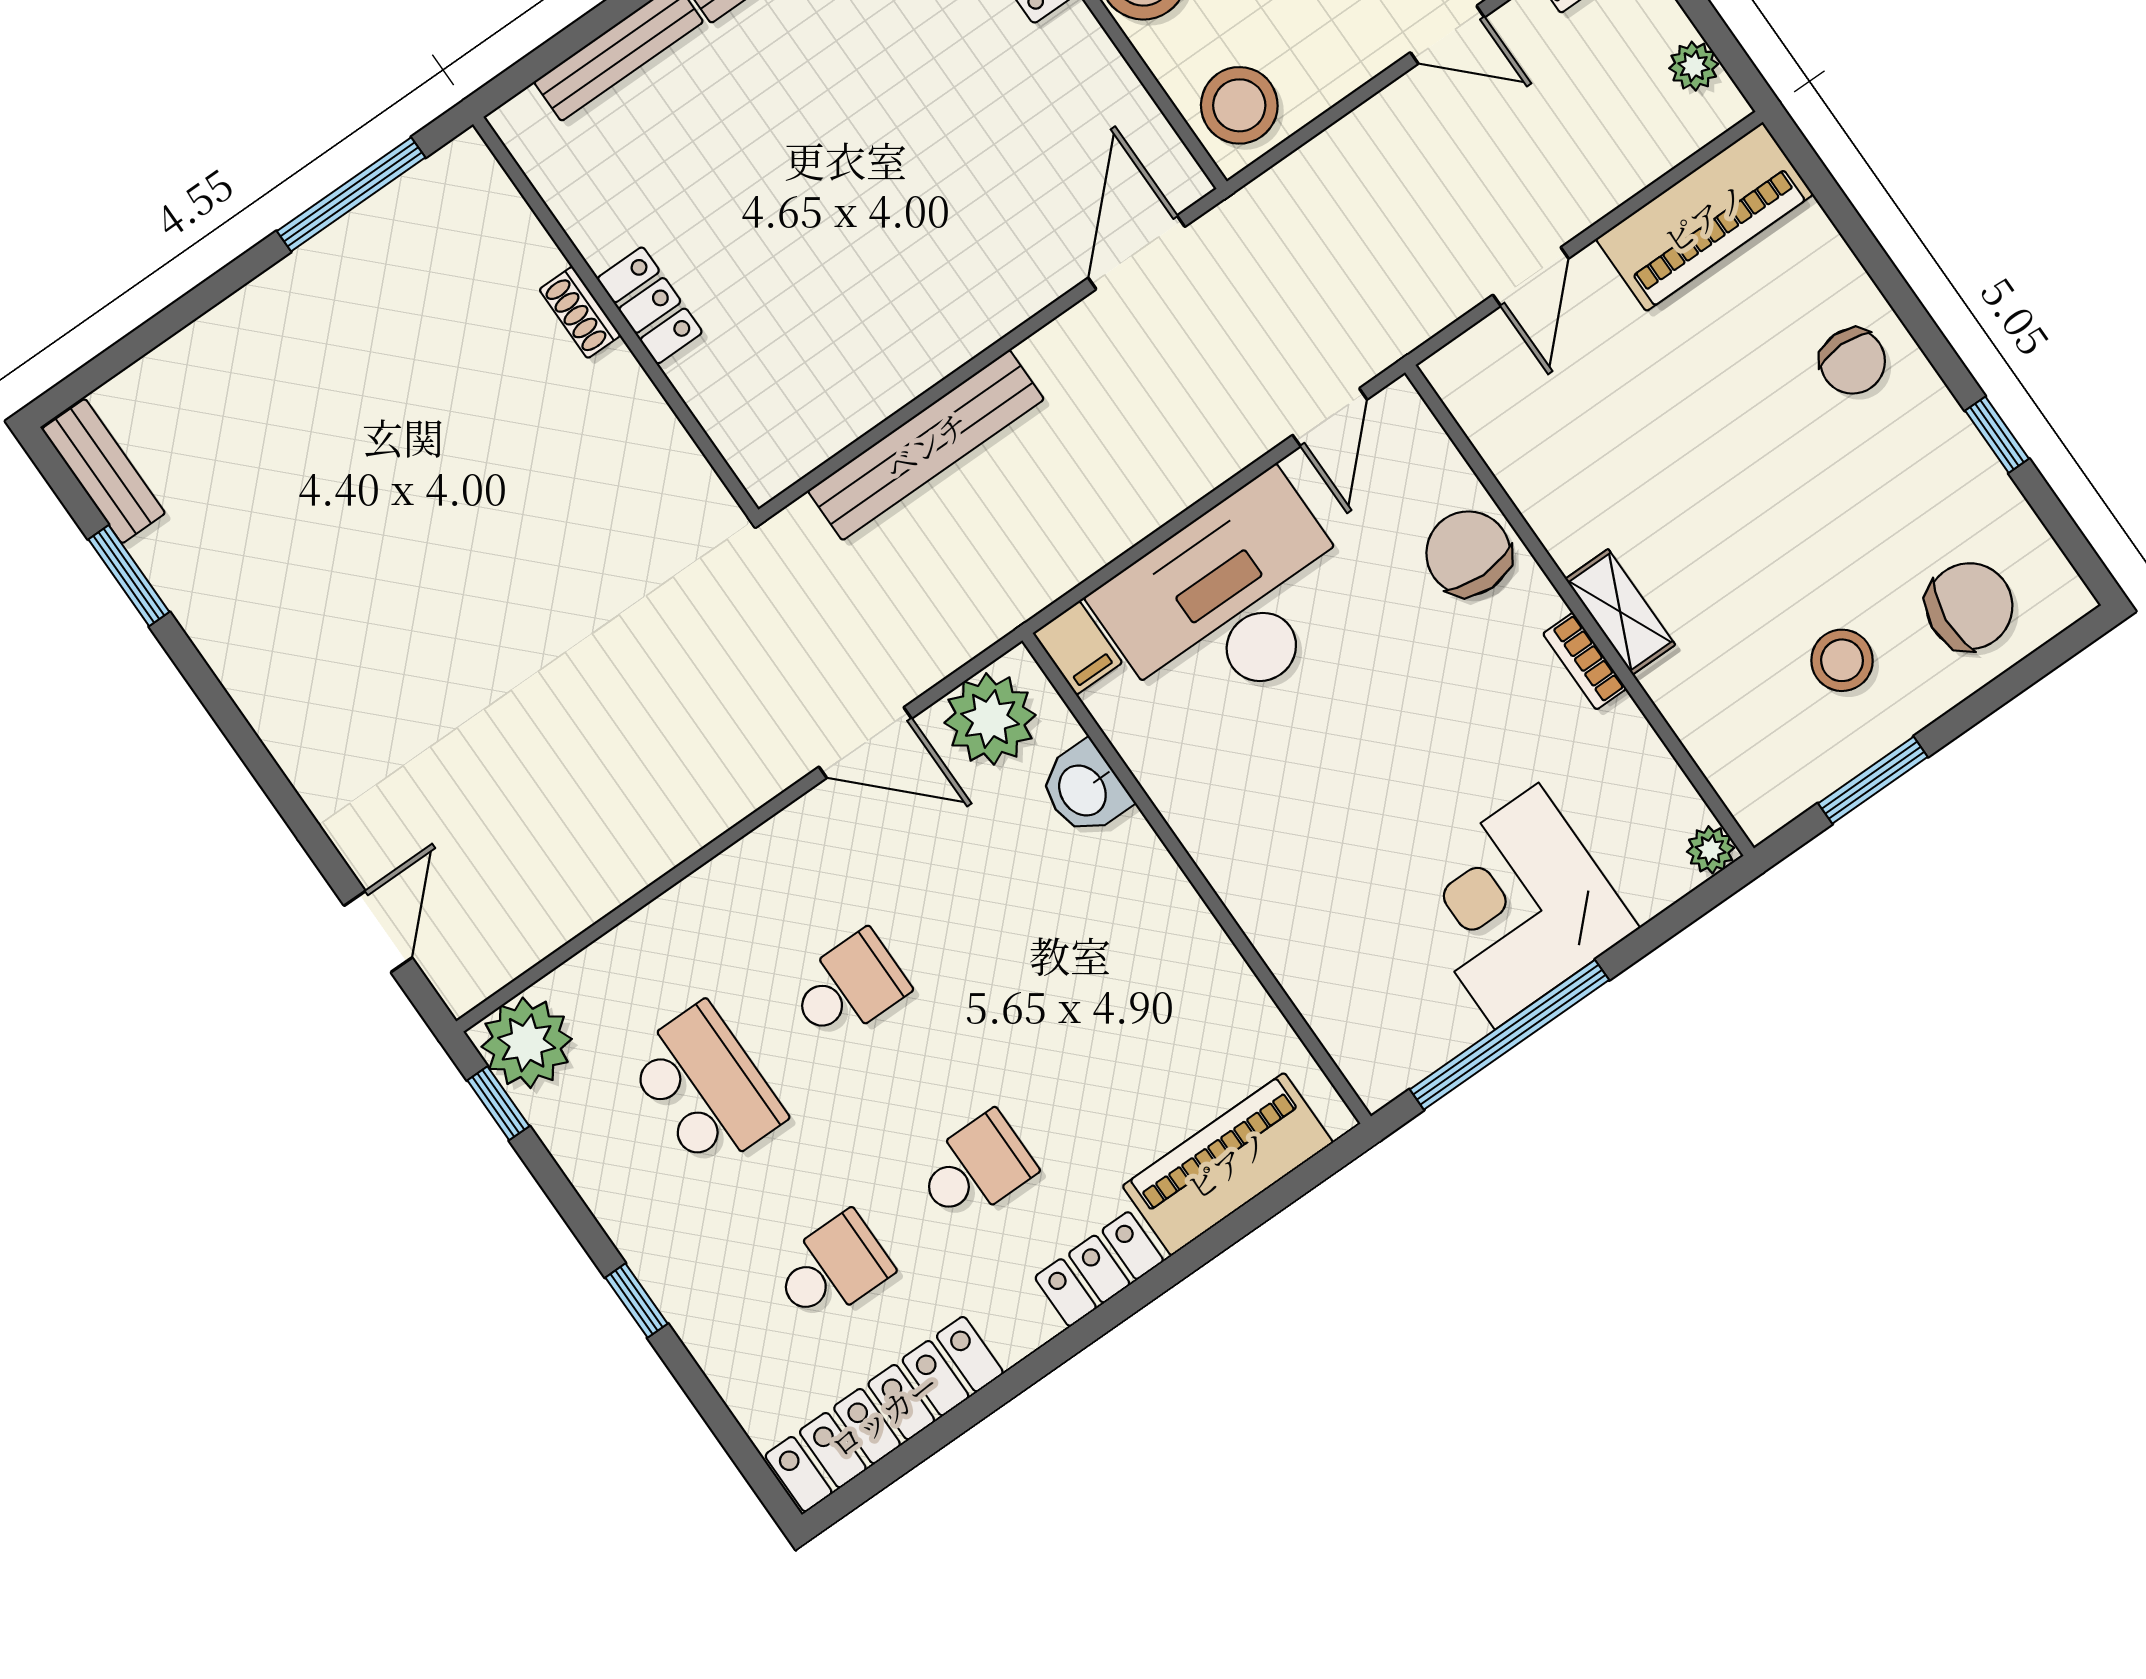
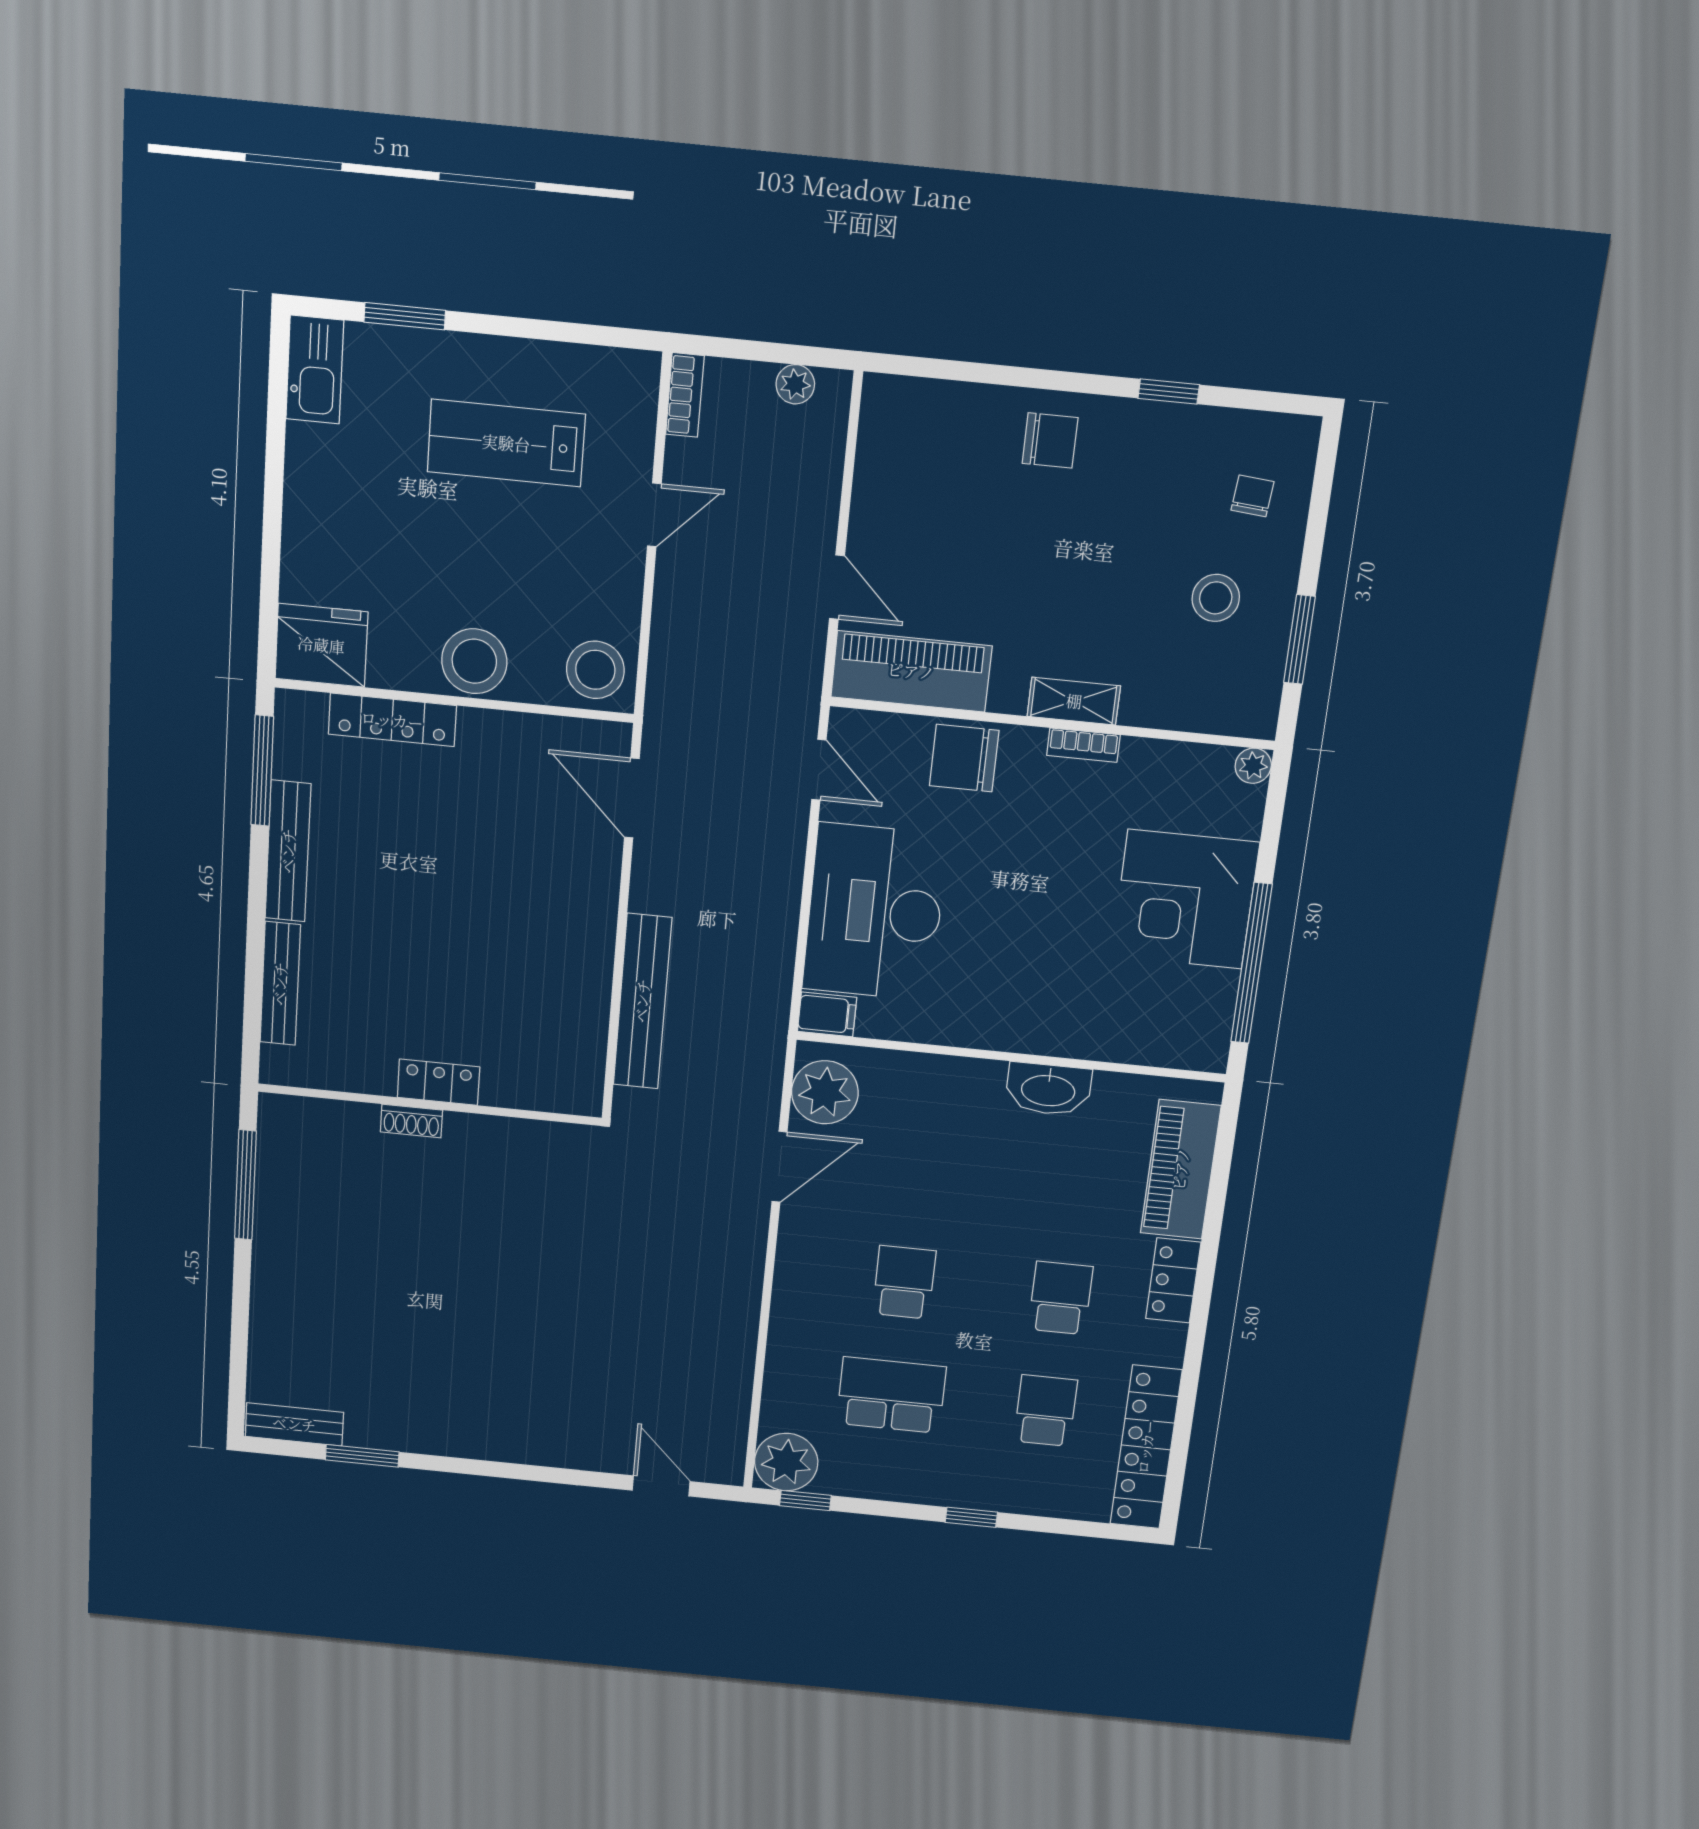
piano: (1705, 217) -> (911, 671), moved, turned -90
chair: (1969, 606) -> (1252, 496), width x0.54, depth x0.54
washbasin: (1084, 789) -> (1048, 1089), moved, width x1.38

